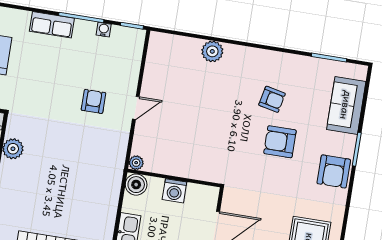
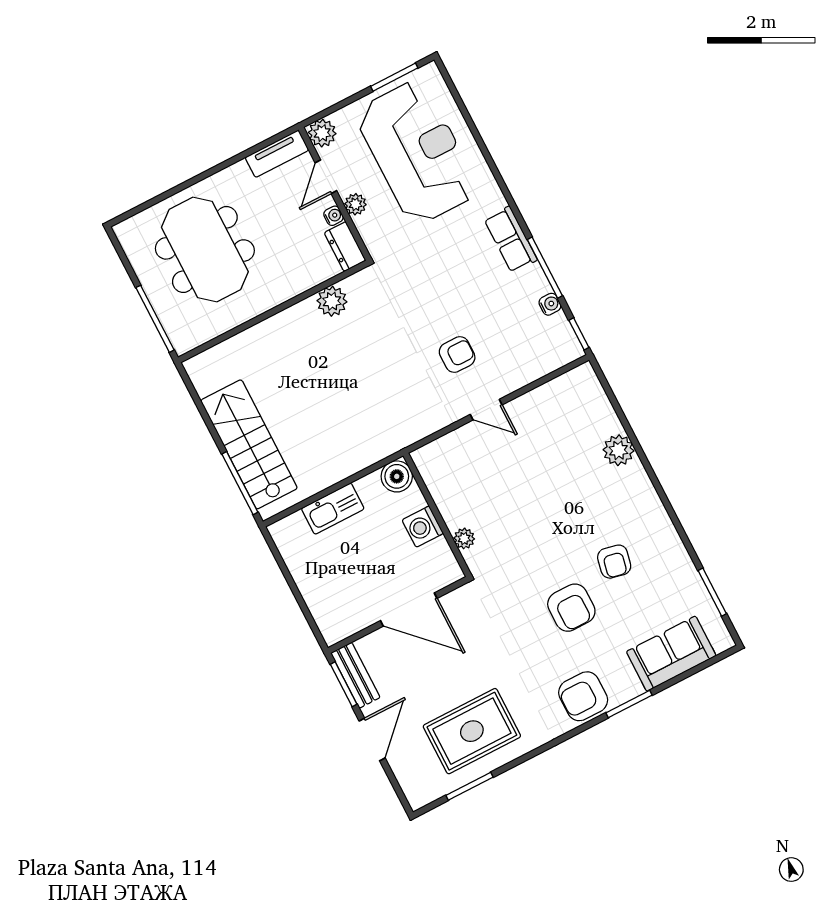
armchair: (280, 142) -> (571, 608), turned 180
plant: (136, 163) -> (464, 538), moved

